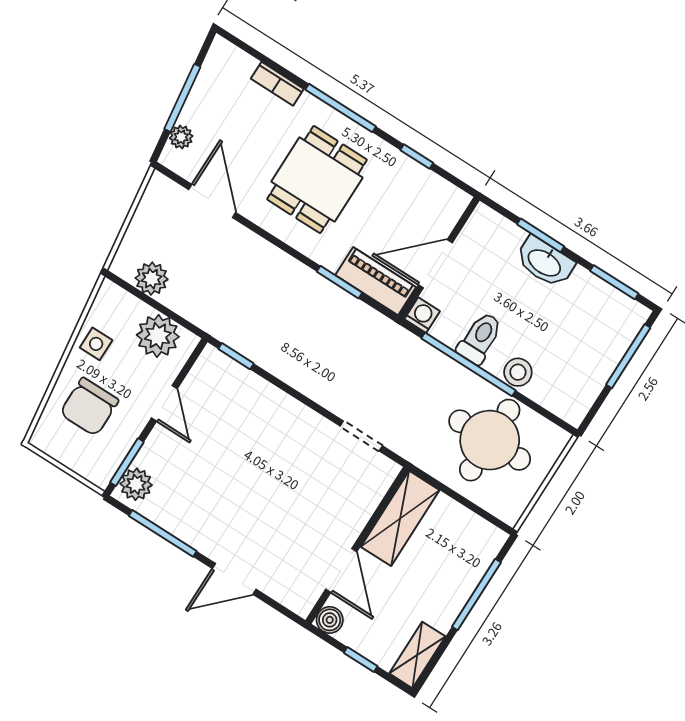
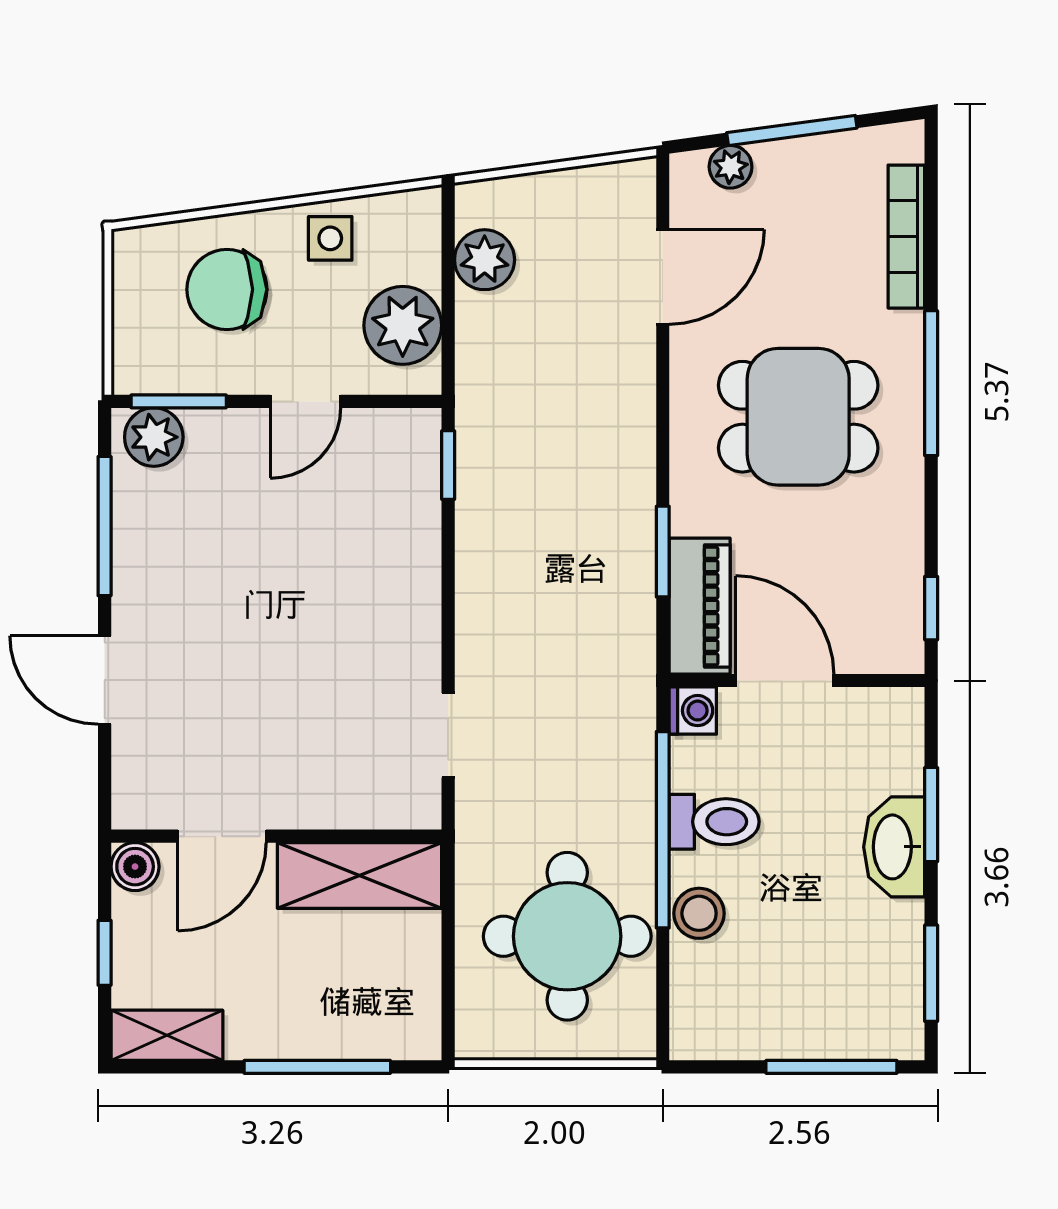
bookcase: (277, 84) -> (906, 237), width x1.56
window: (417, 156) -> (931, 608), moved

